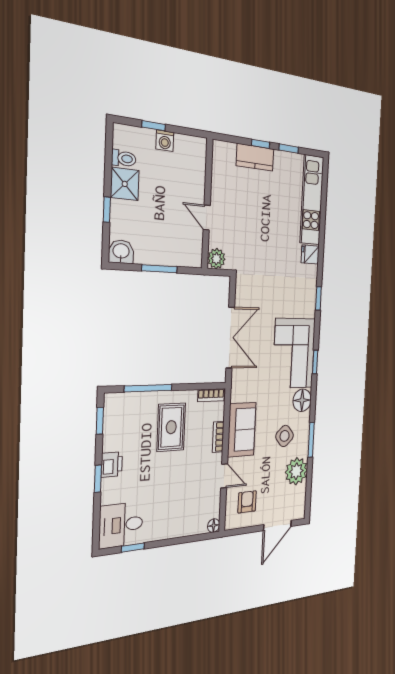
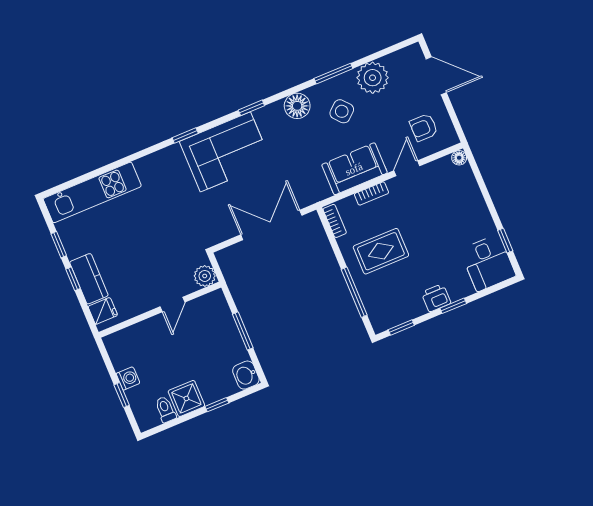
fridge: (310, 254) -> (103, 311), moved, turned -90
corner sofa: (294, 353) -> (225, 152), moved

